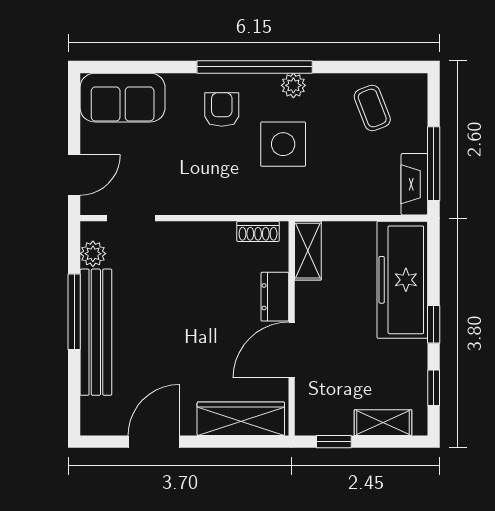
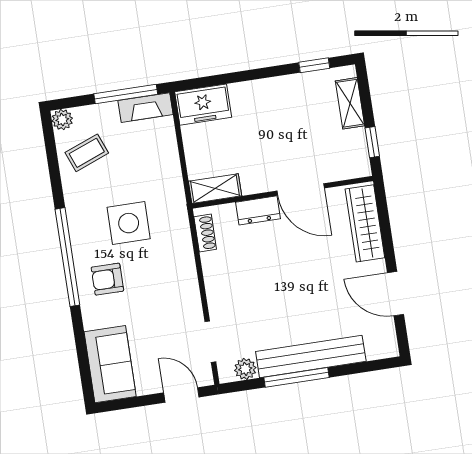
plant: (293, 85) -> (62, 120), moved
freezer: (402, 280) -> (203, 105), width x0.52, depth x0.79
window: (434, 324) -> (261, 73), removed

